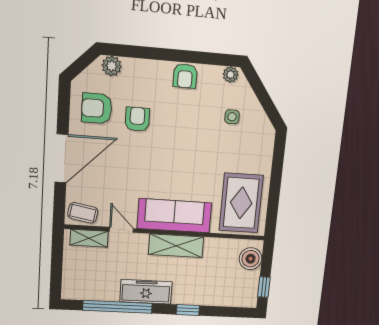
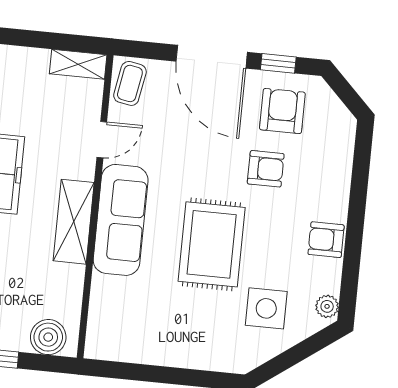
plant: (112, 66) -> (341, 135), removed
window: (63, 112) -> (278, 63), added
side table: (232, 117) -> (266, 308), width x1.87, depth x1.87
rug: (241, 203) -> (212, 244), moved, turned 90
shelving: (89, 238) -> (78, 64), moved, turned 90

